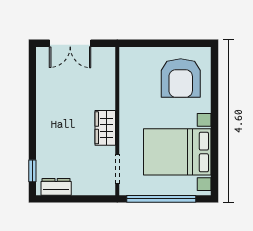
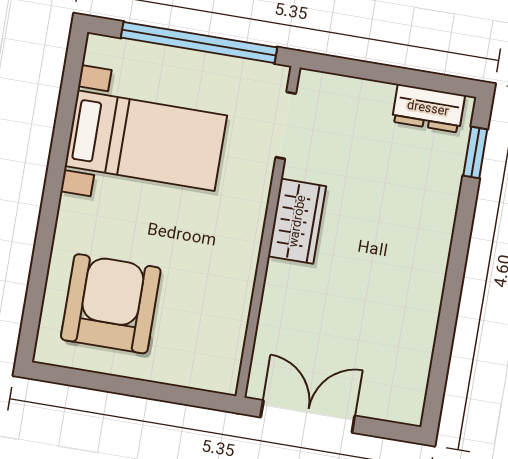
double door: (70, 43) -> (308, 416), moved
bed with nightstands: (177, 152) -> (146, 141), width x0.73

